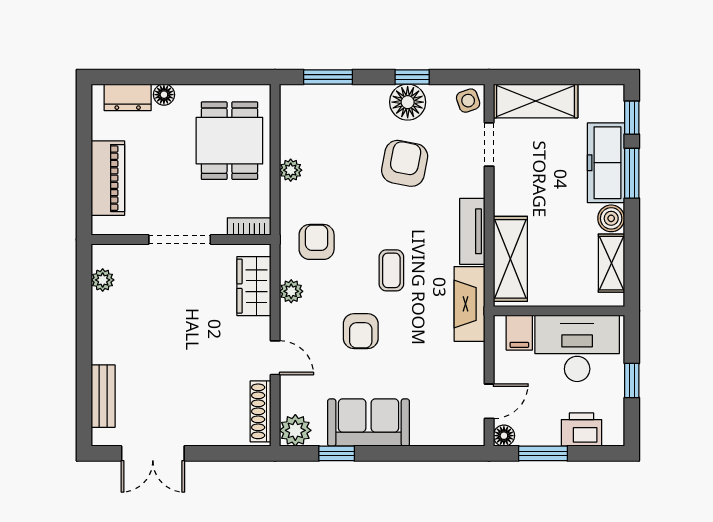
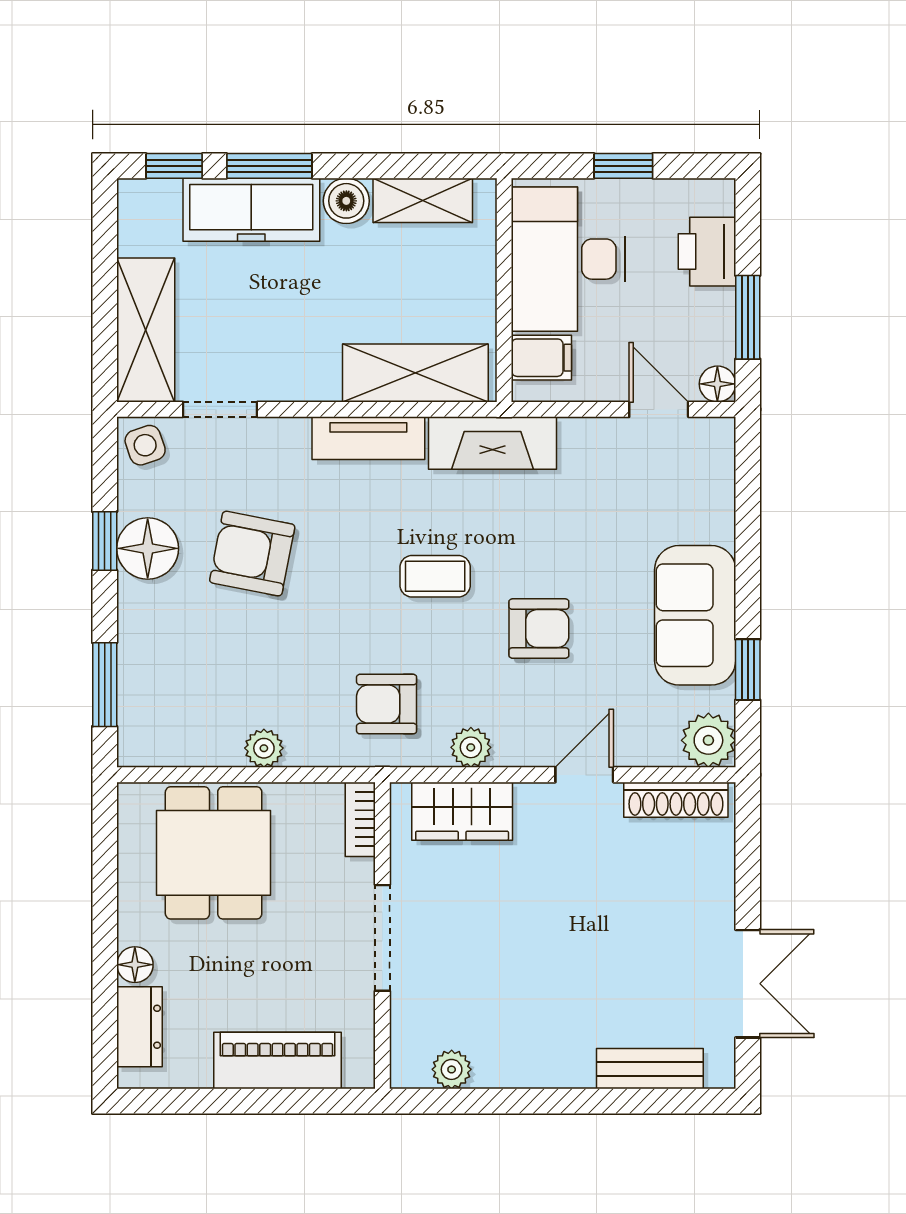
dining table: (229, 141) -> (214, 853), turned 90

